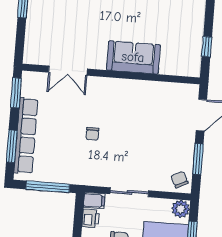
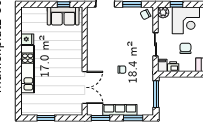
sofa: (133, 57) -> (63, 16), moved, turned -90
double door: (68, 71) -> (85, 87), width x1.37
row of seats: (26, 136) -> (120, 110), width x0.73

